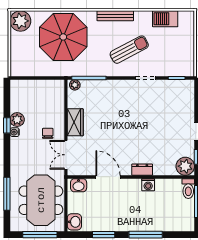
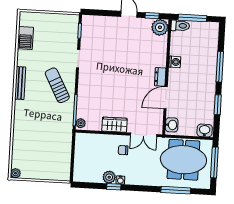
plant: (20, 21) -> (15, 173), width x0.53, depth x0.53
parasol: (63, 37) -> (37, 131), removed
sun lounger: (129, 50) -> (57, 85), moved
dresser: (142, 170) -> (160, 77), moved

